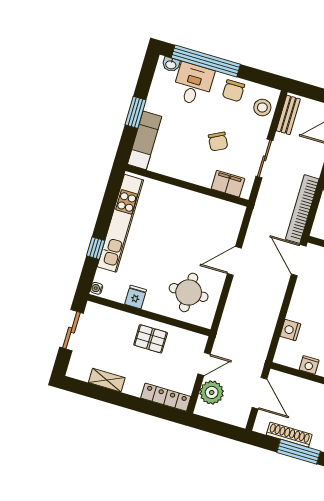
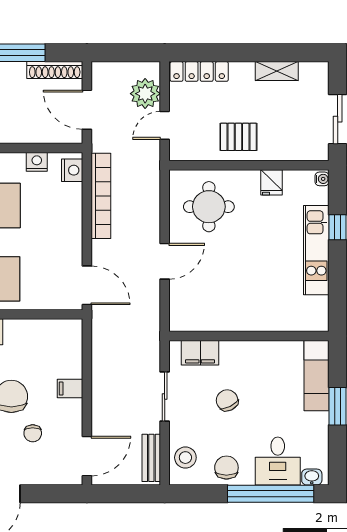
bookcase: (302, 209) -> (101, 196), moved
kitchen unit: (120, 223) -> (316, 250), width x0.73
nightstand: (290, 330) -> (72, 170), moved
shoe rack: (289, 435) -> (55, 70), moved

